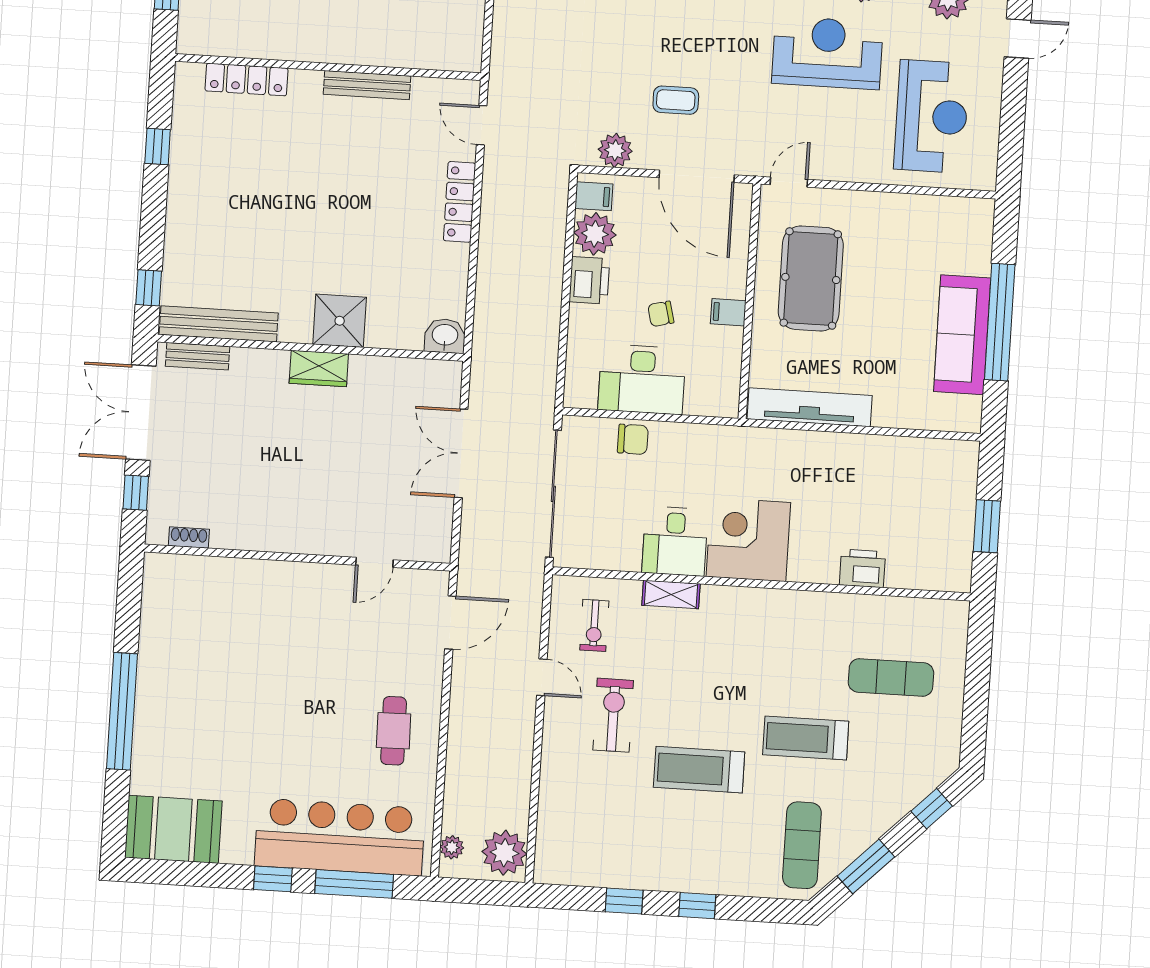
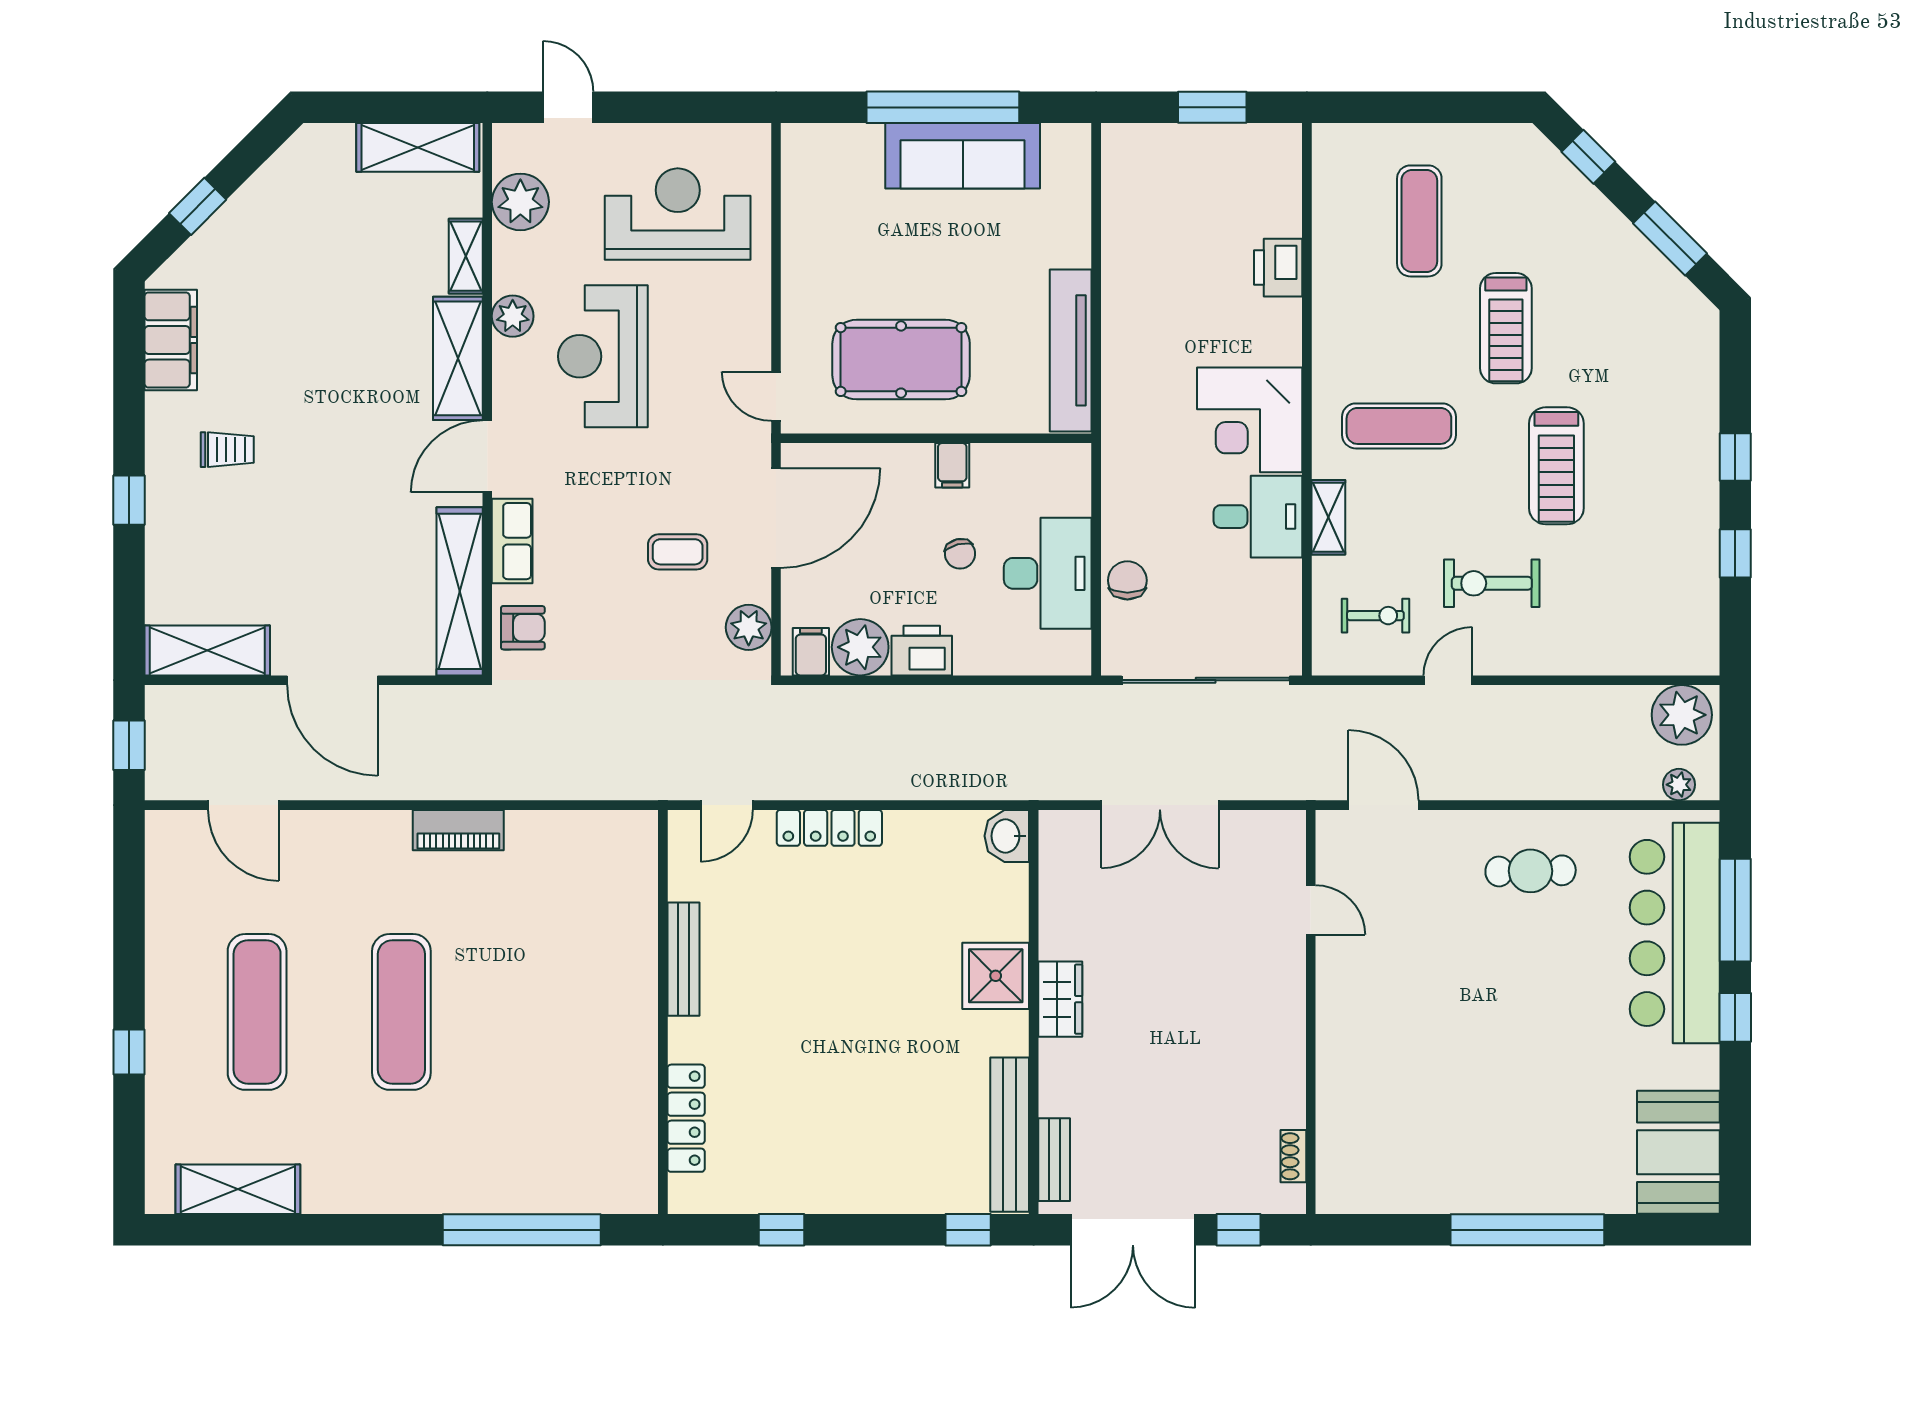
coffee table: (676, 100) -> (678, 552), turned 90
exercise mat: (802, 845) -> (1399, 426), moved

